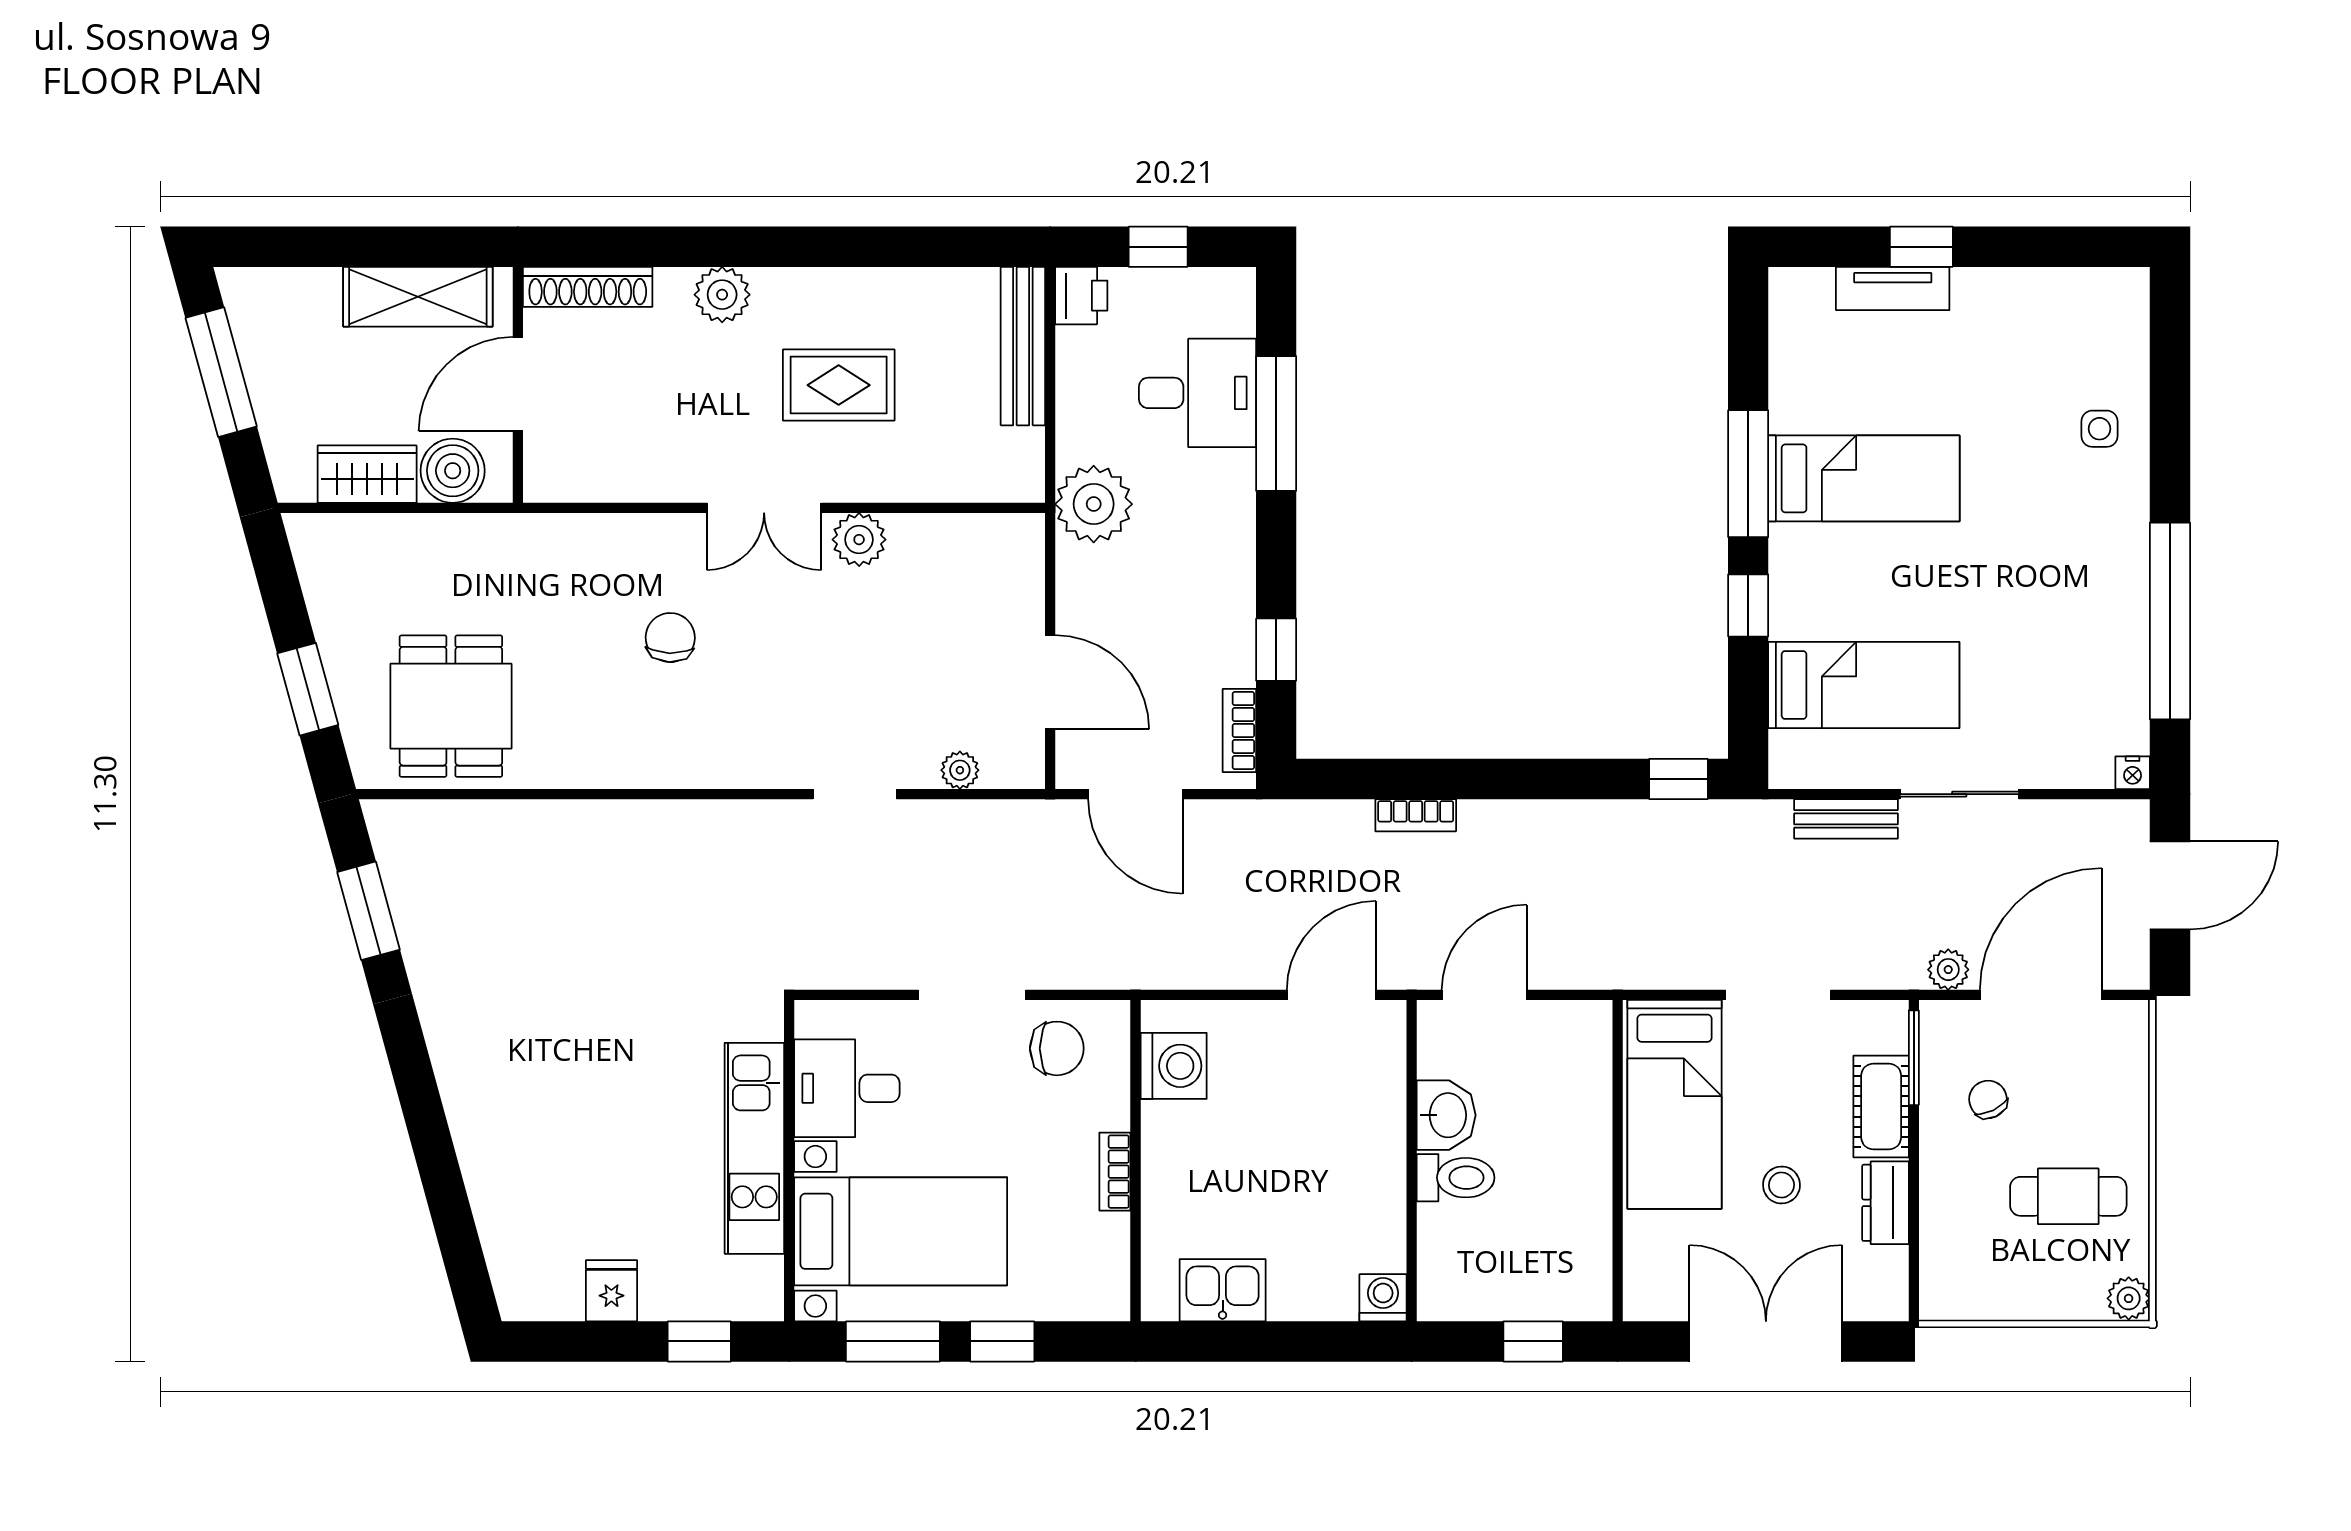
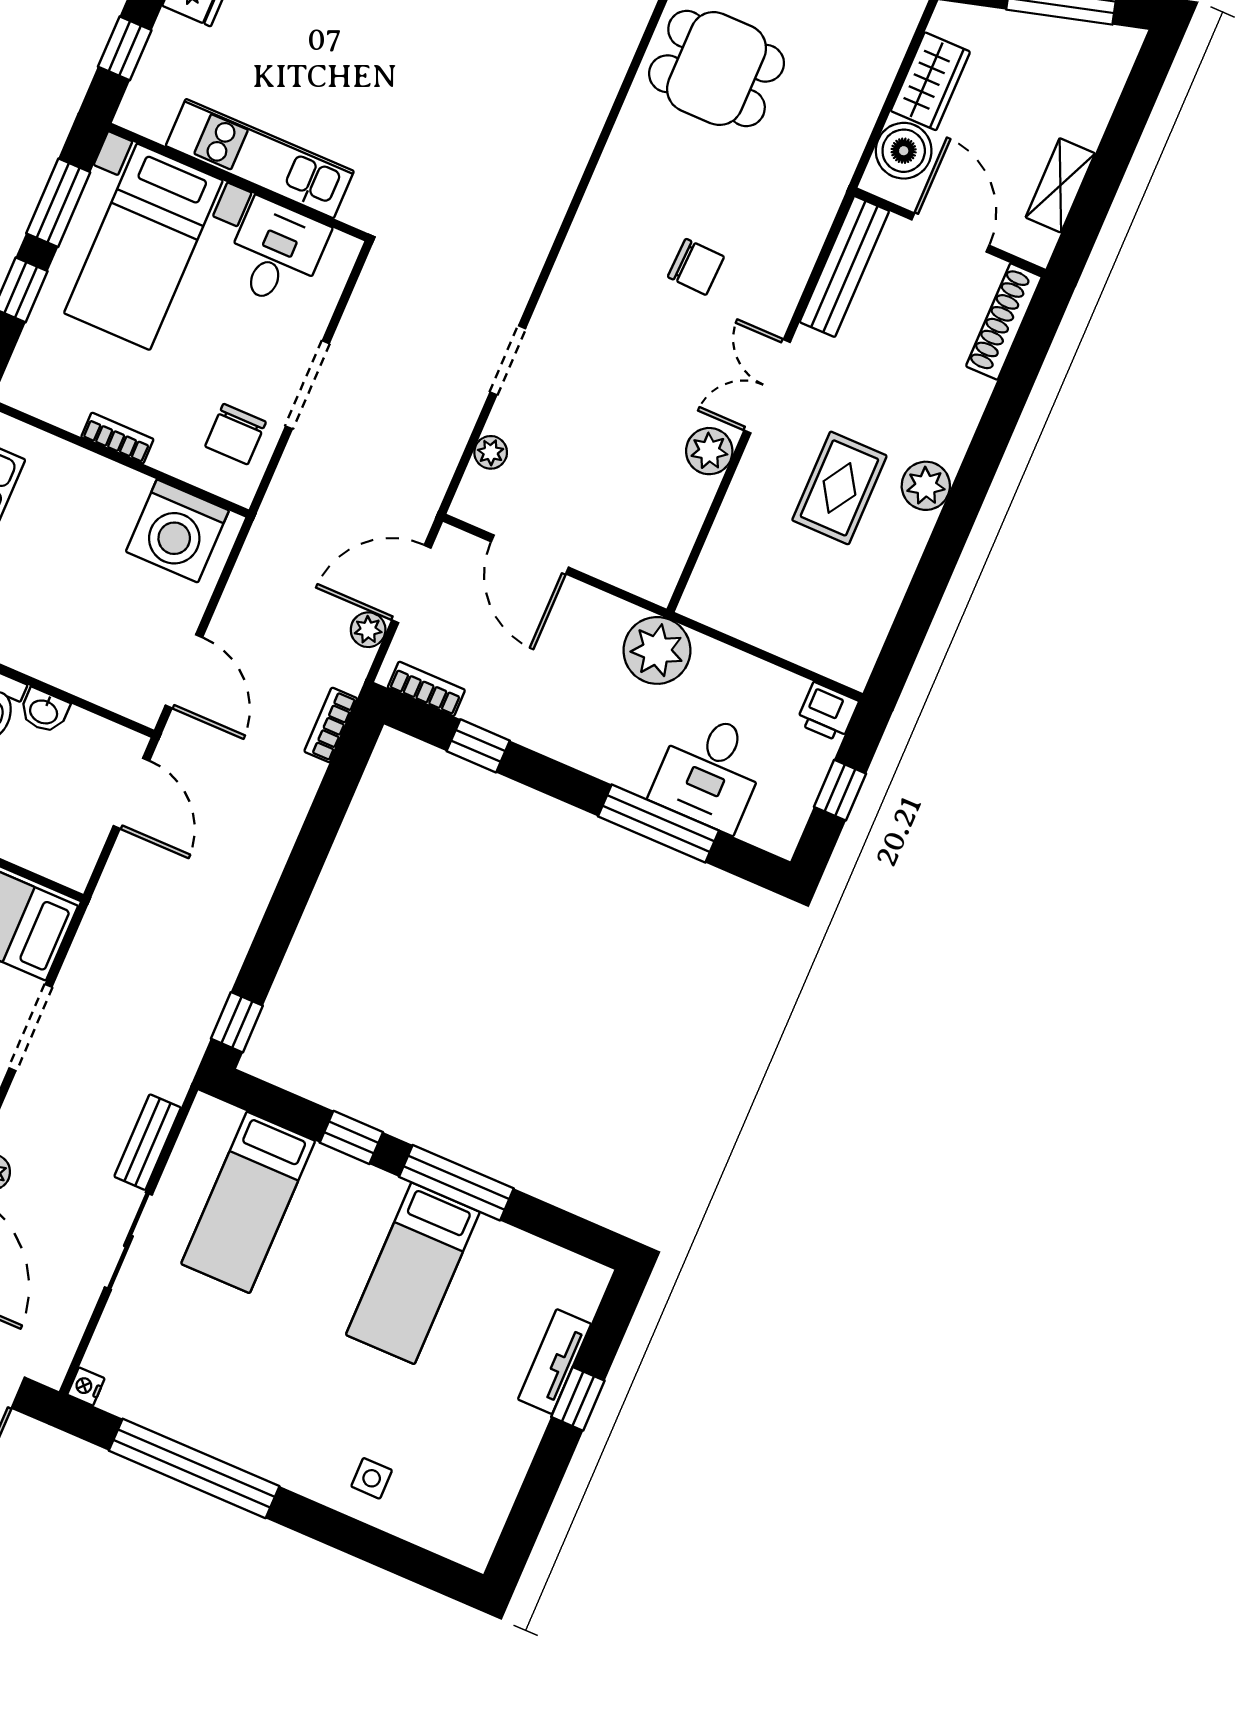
plant: (722, 295) -> (926, 486), moved
shelving: (418, 297) -> (1060, 185), width x0.67, depth x0.75
bench: (1023, 346) -> (844, 267), moved, turned 90
door: (1050, 682) -> (530, 555), hinge flipped
bookcase: (1416, 815) -> (331, 725), moved
plant: (1203, 819) -> (368, 630), added
washing machine: (1174, 1066) -> (177, 531), width x1.37, depth x1.37
washbasin: (1446, 1115) -> (44, 711), width x0.72, depth x0.69

